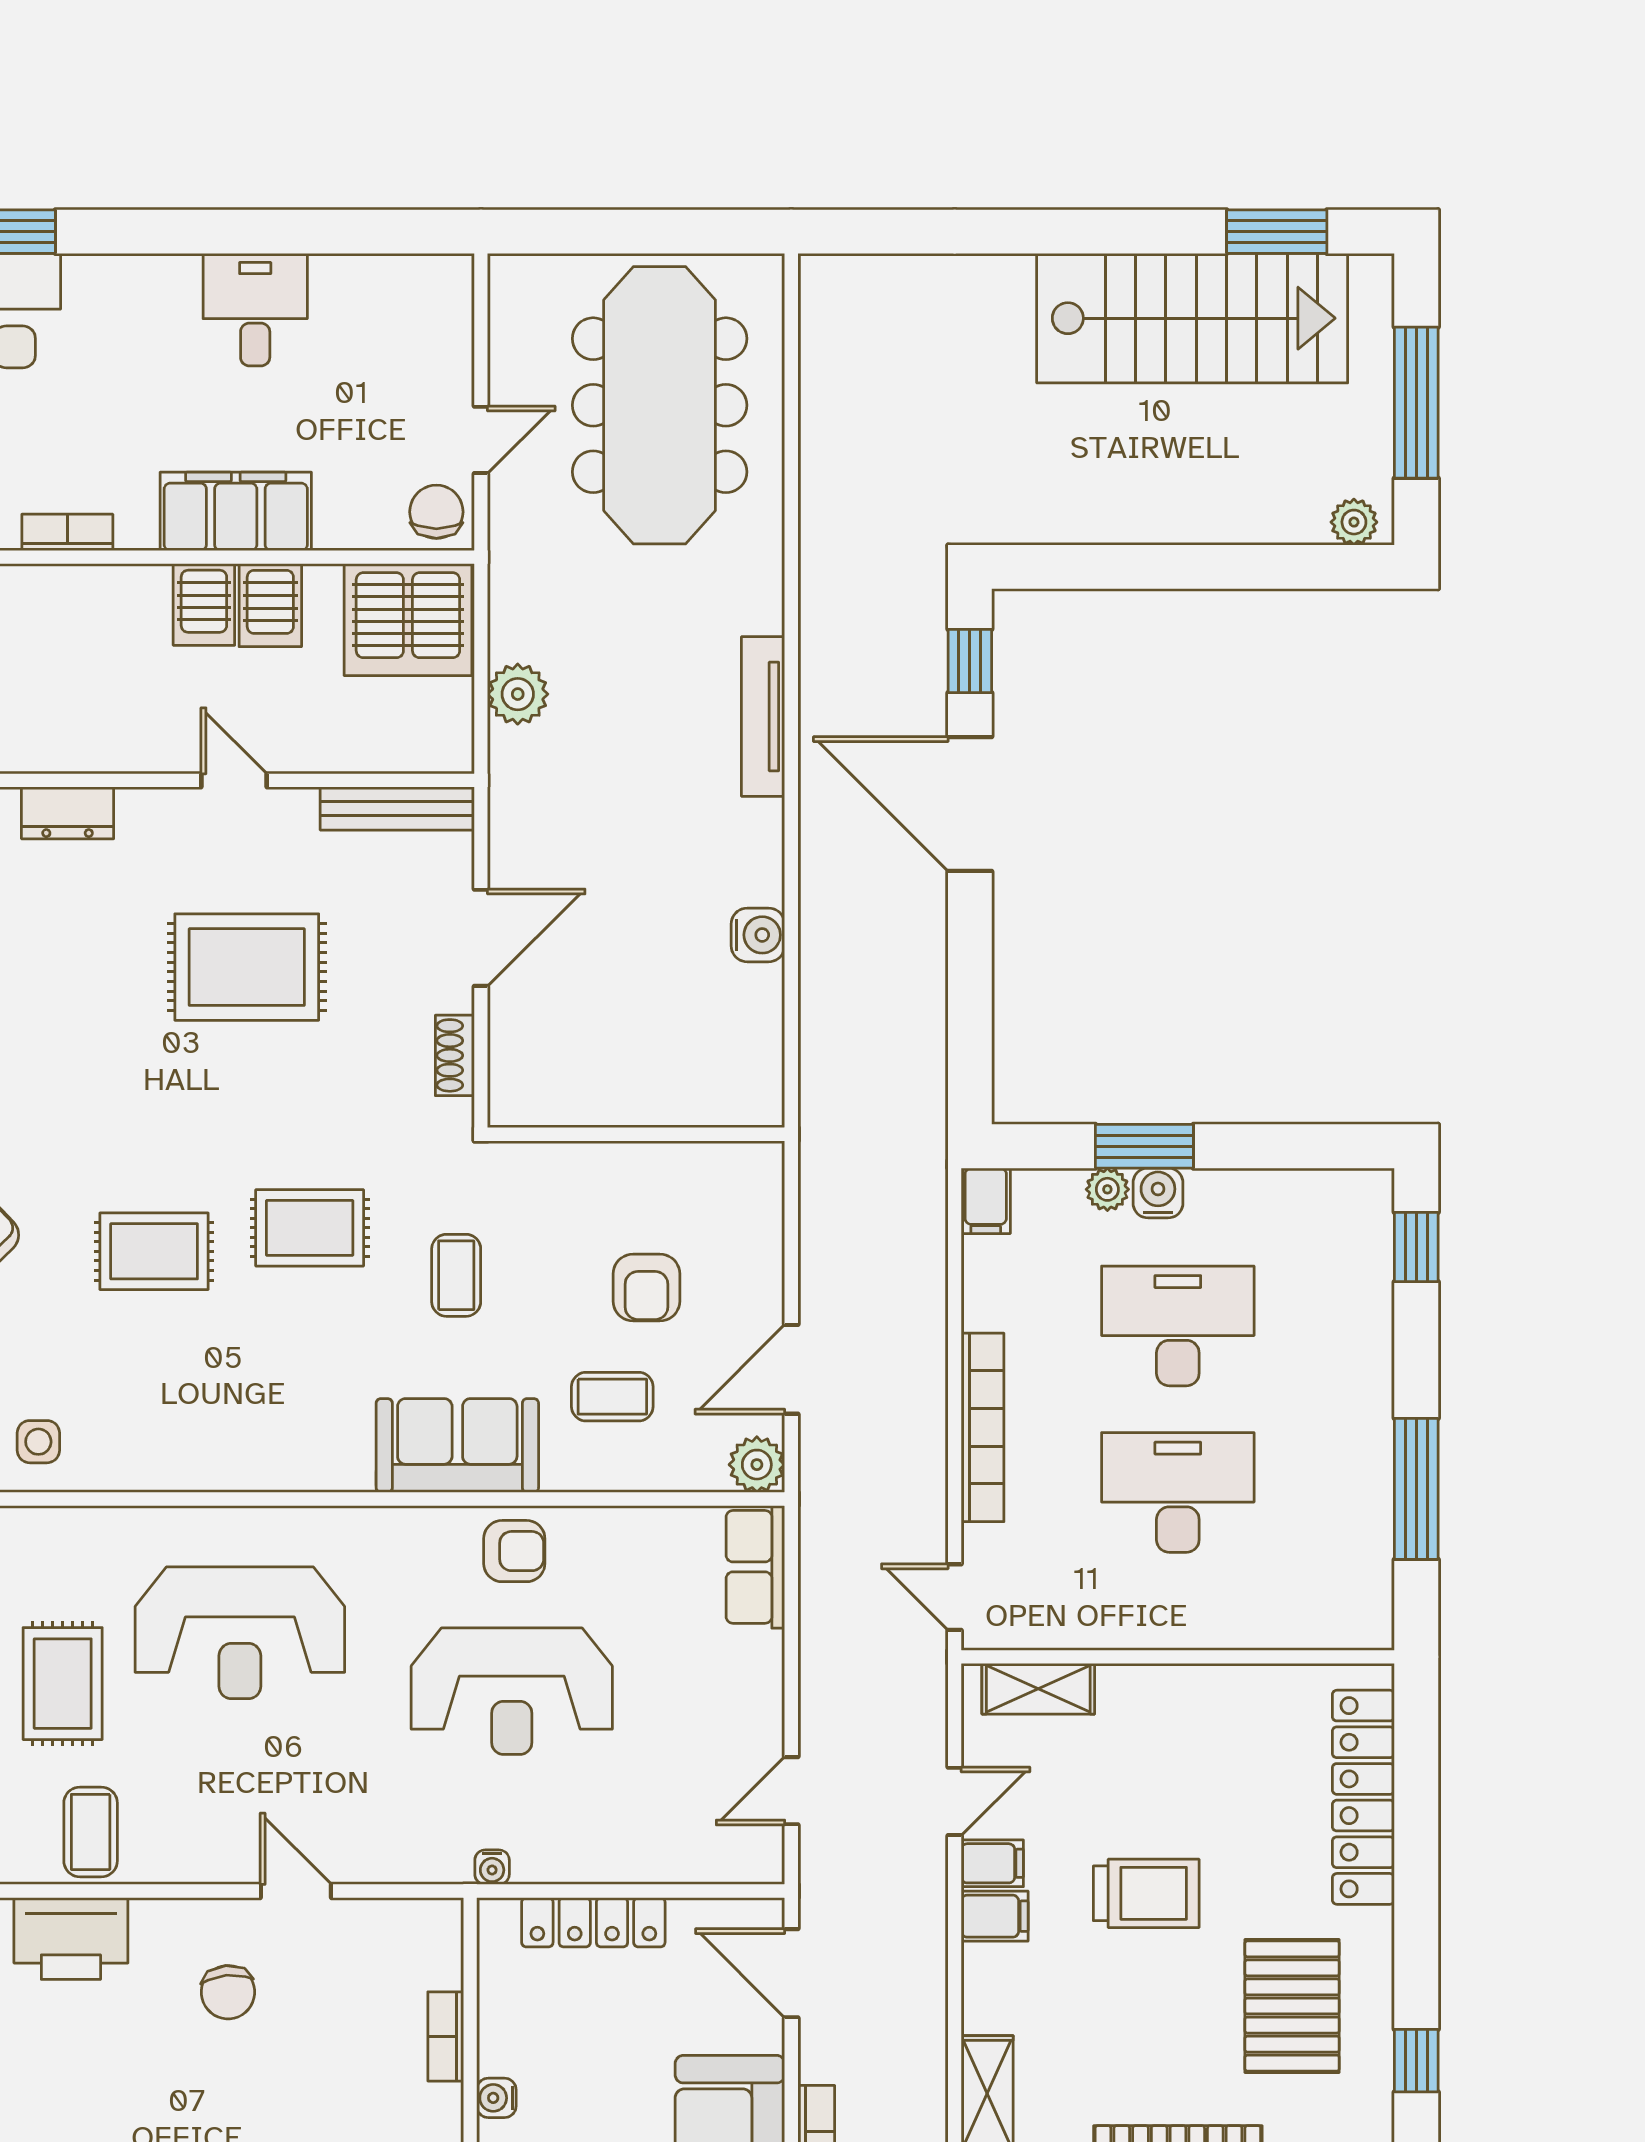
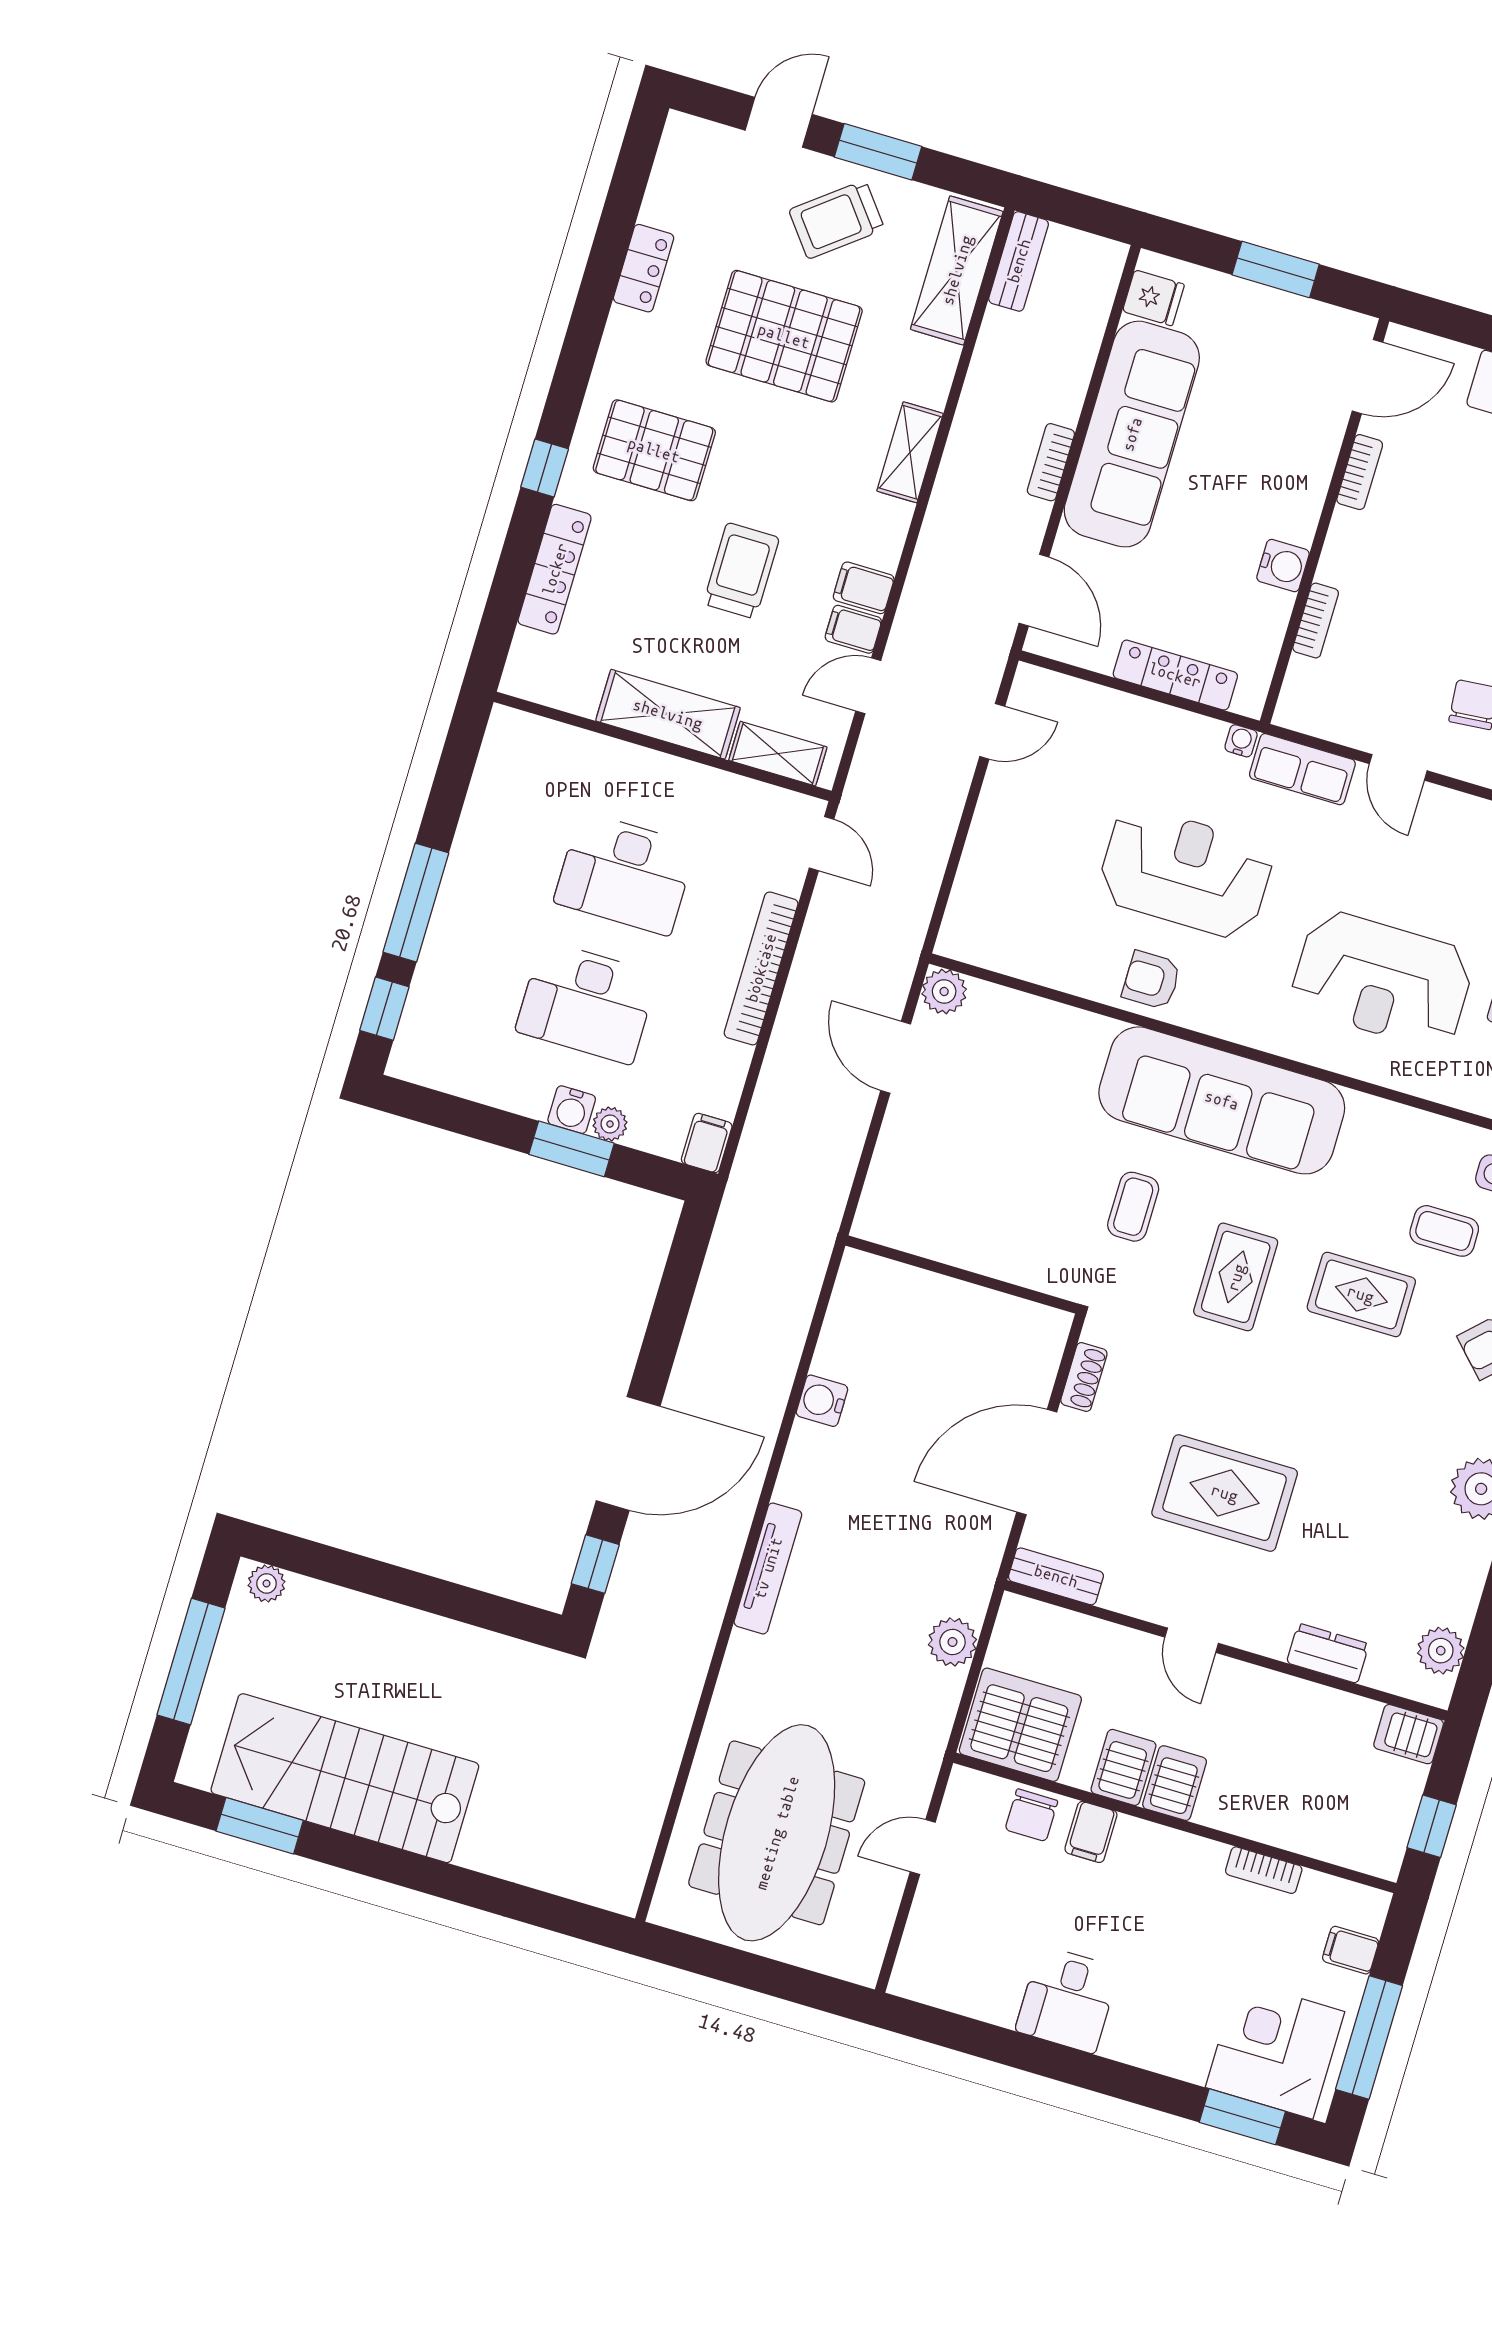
filing cabinet: (236, 511) -> (1091, 1832), width x0.33, depth x0.86
chair: (436, 512) -> (1031, 1815), moved
door: (970, 804) -> (628, 1453), hinge flipped
bench: (397, 809) -> (1056, 1576), width x0.73
door: (481, 938) -> (1037, 1462), width x1.36
rug: (310, 1228) -> (1236, 1277), turned 90
armchair: (646, 1288) -> (989, 1154), removed
door: (791, 1369) -> (896, 1057), swing flipped
coffee table: (612, 1397) -> (1444, 1231), moved
sofa: (457, 1446) -> (1222, 1100), width x1.85, depth x1.27
window: (1416, 1489) -> (416, 903), moved
row of seats: (755, 1567) -> (1302, 769), moved, turned 90
reception desk: (240, 1633) -> (1382, 980), turned 180
shelving: (1183, 1697) -> (668, 714), added
locker: (1363, 1797) -> (555, 569), width x0.71, depth x0.83
trolley: (1146, 1893) -> (741, 571), turned 90
pallet: (1292, 2006) -> (654, 450), turned 90
window: (1416, 2061) -> (545, 468), moved
water cooler: (496, 2098) -> (1283, 566), width x1.38, depth x1.38

